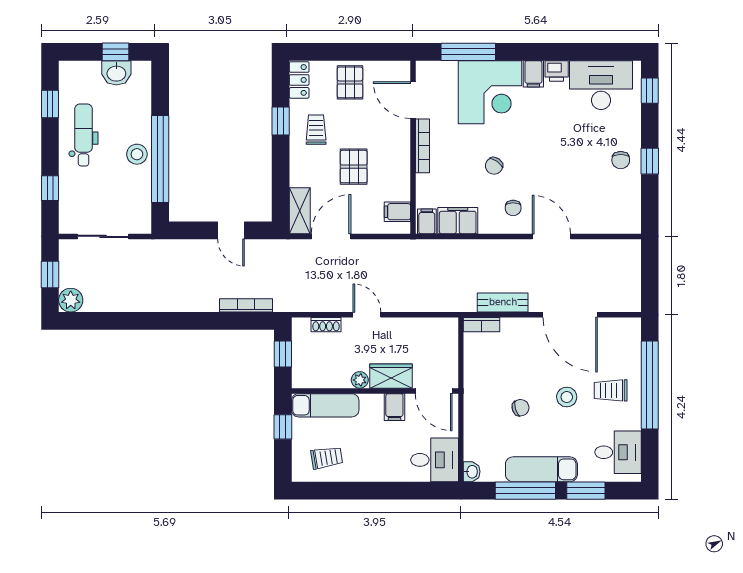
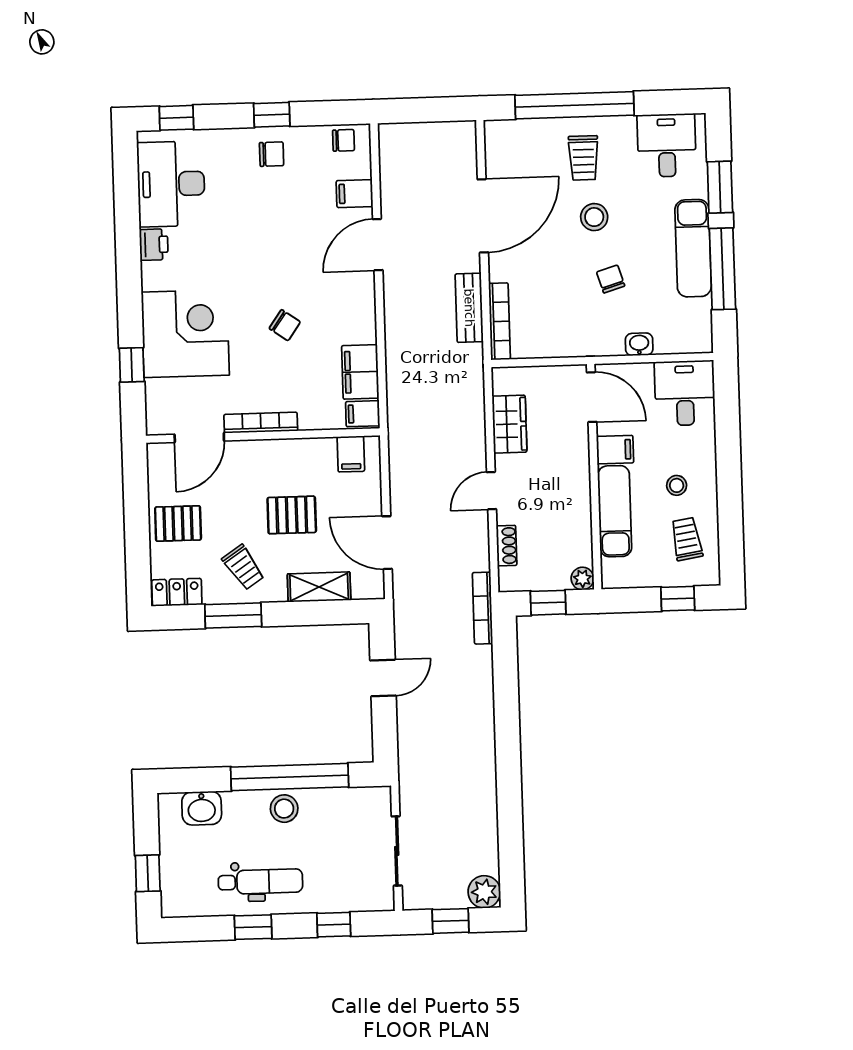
window: (115, 52) -> (148, 873), moved
window: (468, 52) -> (132, 365), width x0.46
washbasin: (116, 73) -> (202, 808), moved, turned 90
filing cabinet: (533, 74) -> (355, 194), moved, turned 180
window: (50, 104) -> (253, 927), moved
window: (281, 121) -> (233, 616), width x1.50
trolley: (316, 130) -> (243, 567), turned -124
dental chair: (84, 135) -> (260, 882), turned 180
chair: (513, 208) -> (344, 140), moved
shelving: (300, 211) -> (319, 587), moved
bookcase: (246, 305) -> (482, 608), moved
bookcase: (482, 325) -> (500, 321), width x1.56
wardrobe: (391, 376) -> (510, 424), moved, turned 180
plant: (360, 380) -> (582, 579), moved
door: (434, 391) -> (592, 397), hinge flipped
exam couch: (325, 405) -> (615, 511), moved
window: (283, 427) -> (678, 599), moved
stool: (367, 452) -> (677, 485), added
washbasin: (472, 472) -> (639, 344), moved

